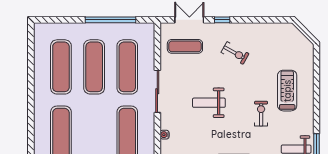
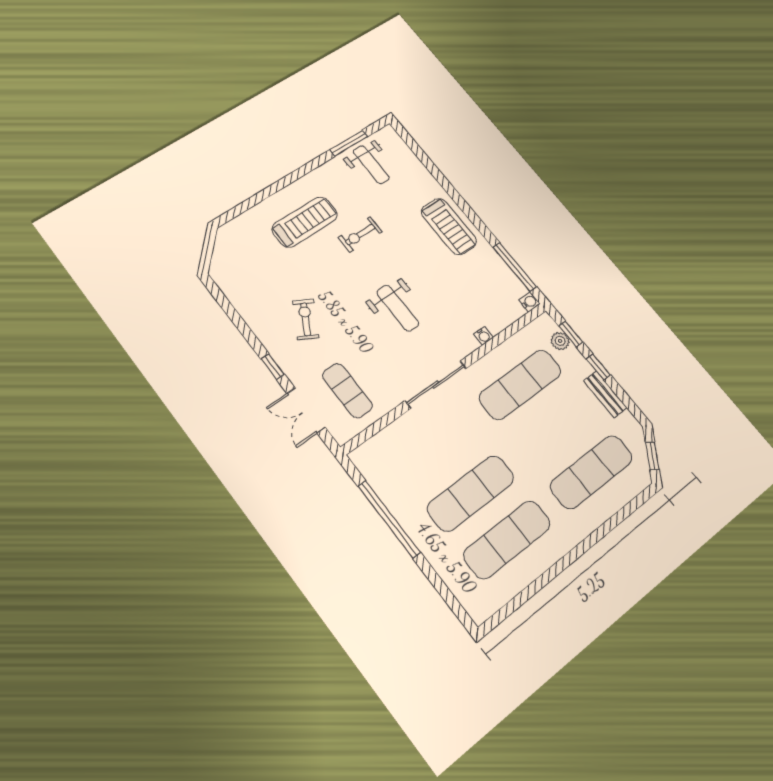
exercise mat: (127, 67) -> (435, 448), removed
treadmill: (287, 91) -> (305, 222), turned 180

